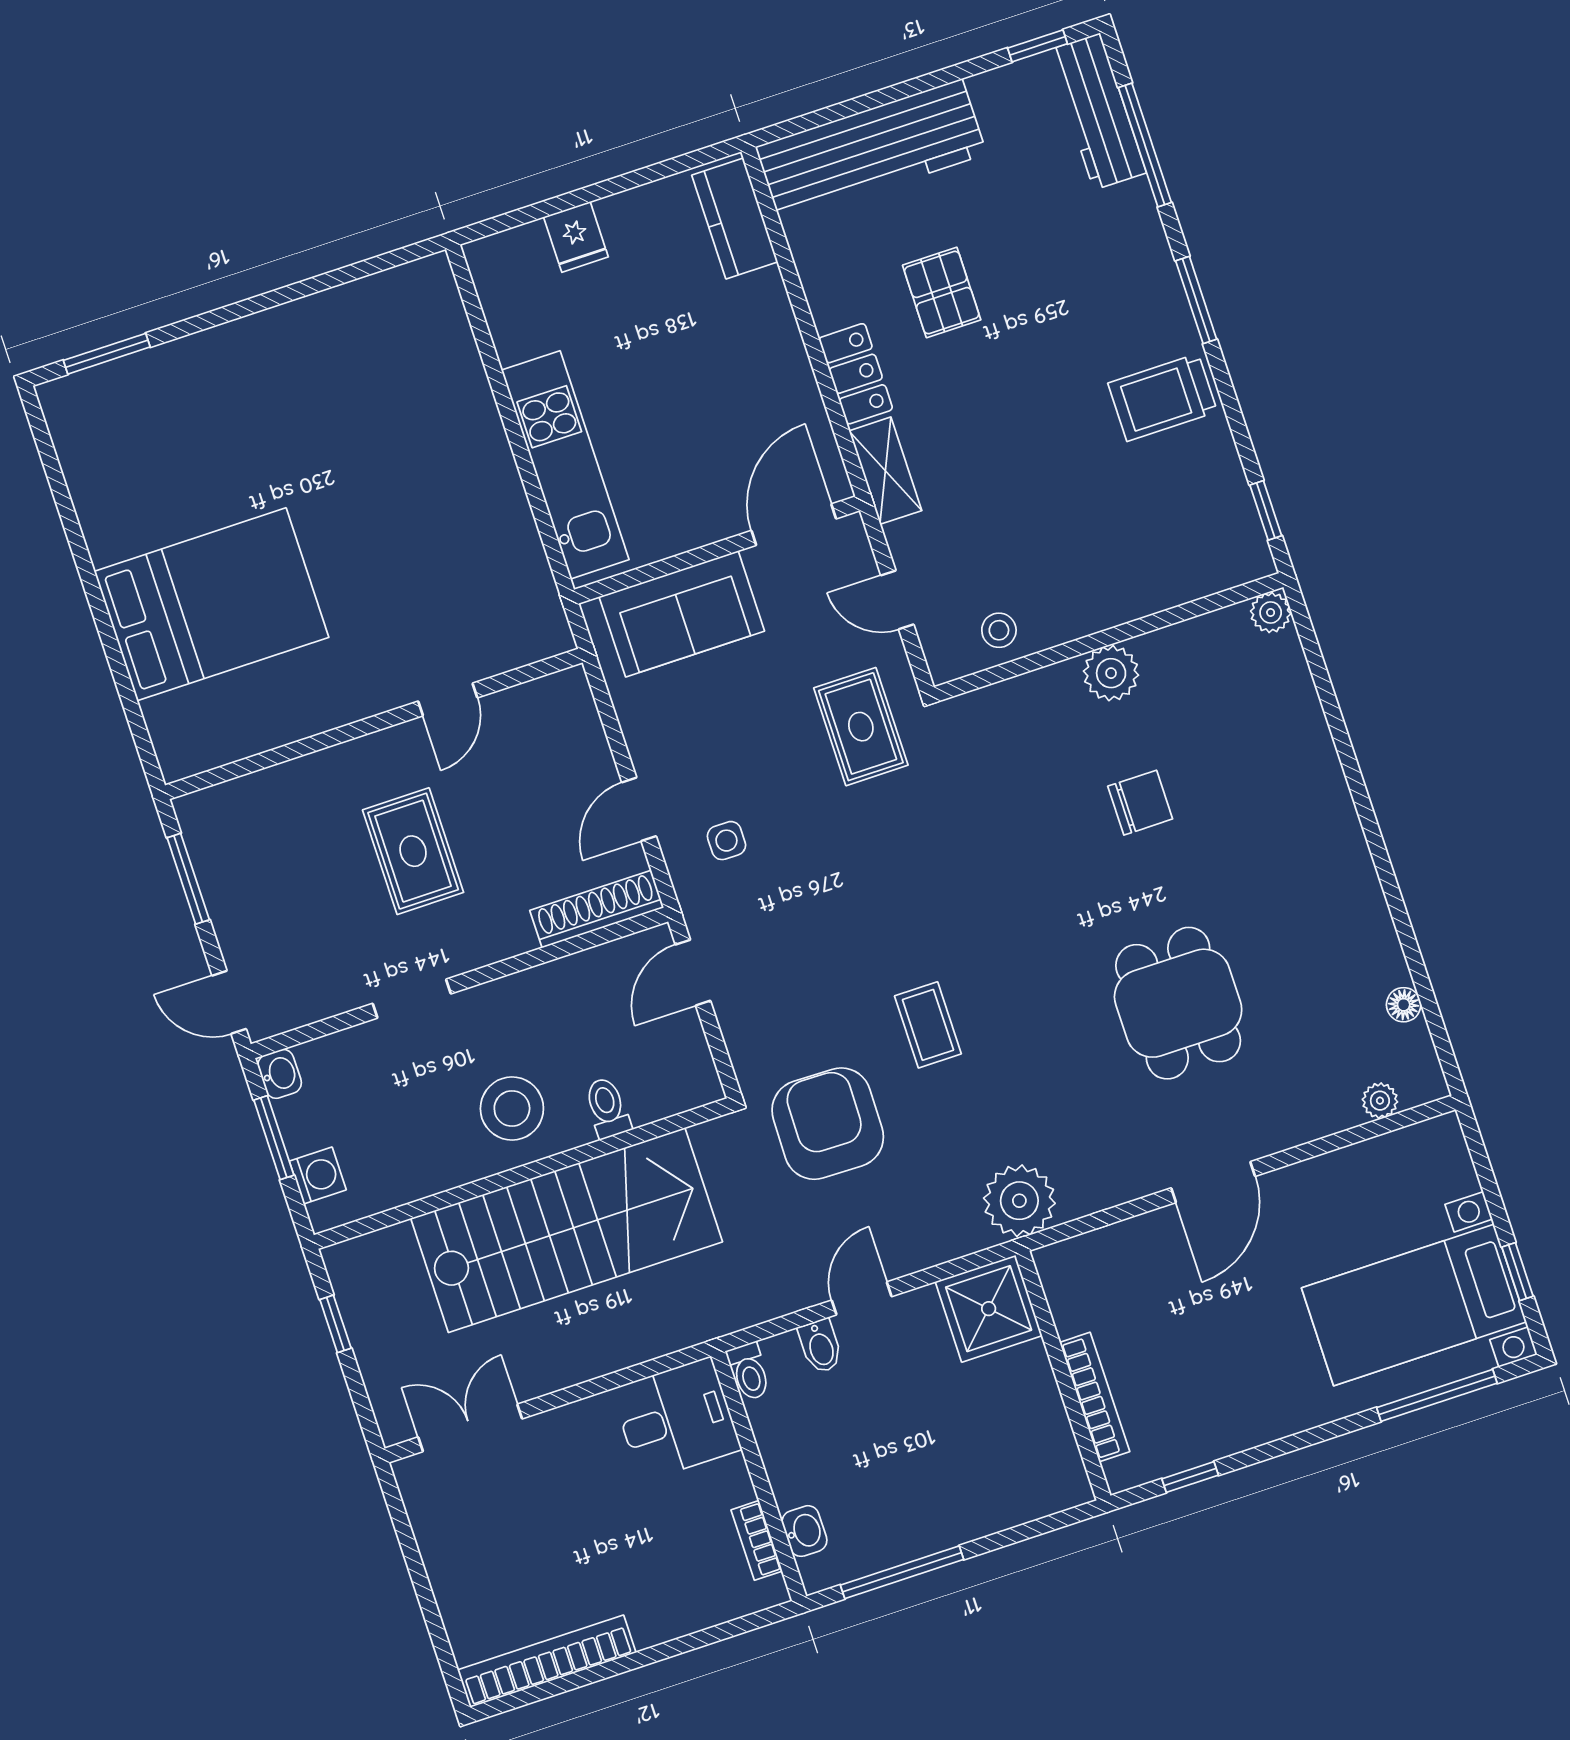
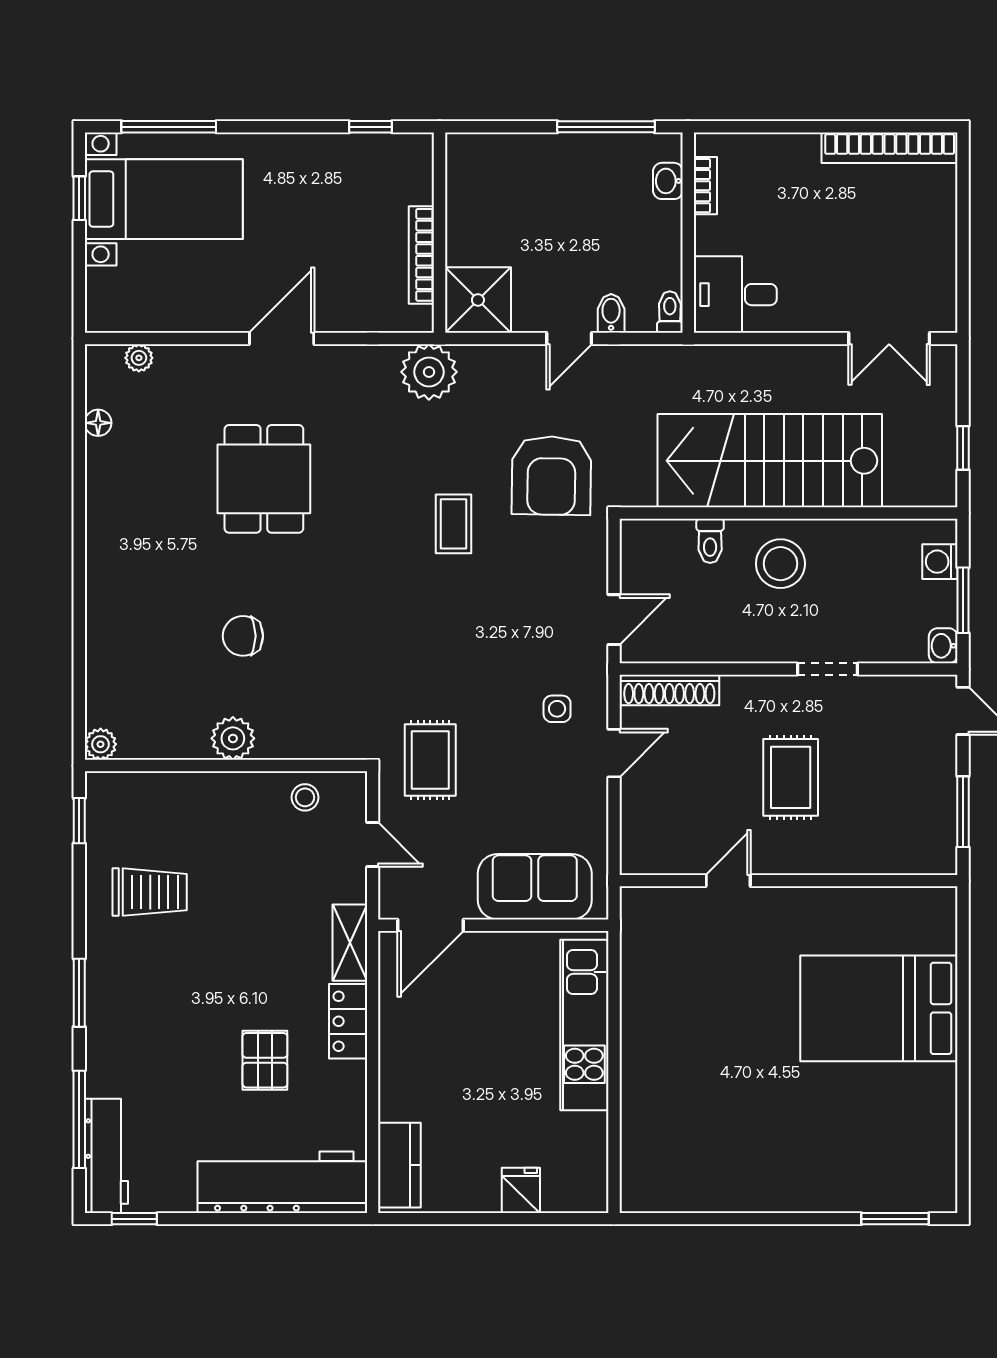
trolley: (1163, 397) -> (150, 892), moved
bookcase: (1095, 1397) -> (421, 255), moved

